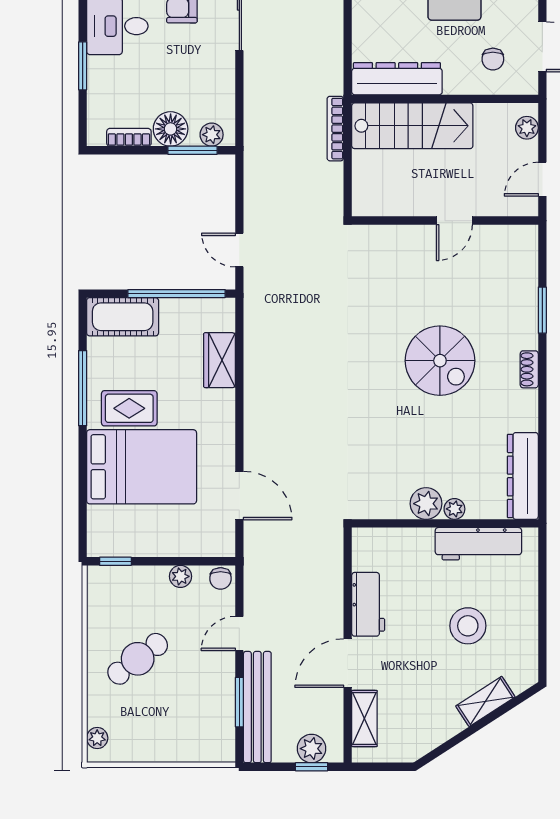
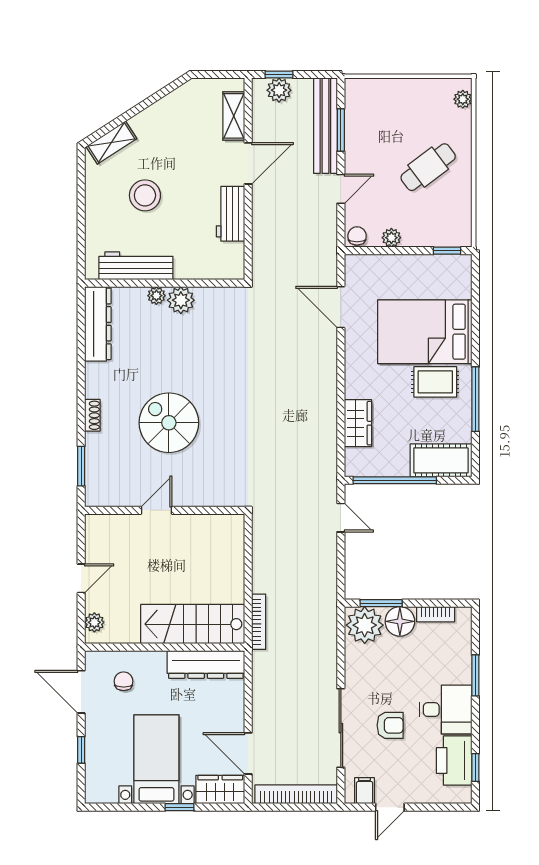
plant: (212, 135) -> (365, 625), width x1.87, depth x1.87
wall: (445, 221) -> (165, 510), moved
door: (454, 221) -> (156, 510), moved
shelving: (485, 701) -> (111, 142), moved

